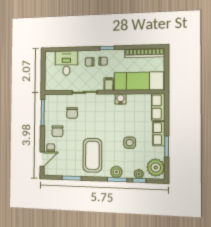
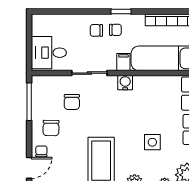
desk: (66, 63) -> (49, 53), moved, turned -90
water cooler: (121, 99) -> (125, 83), moved

